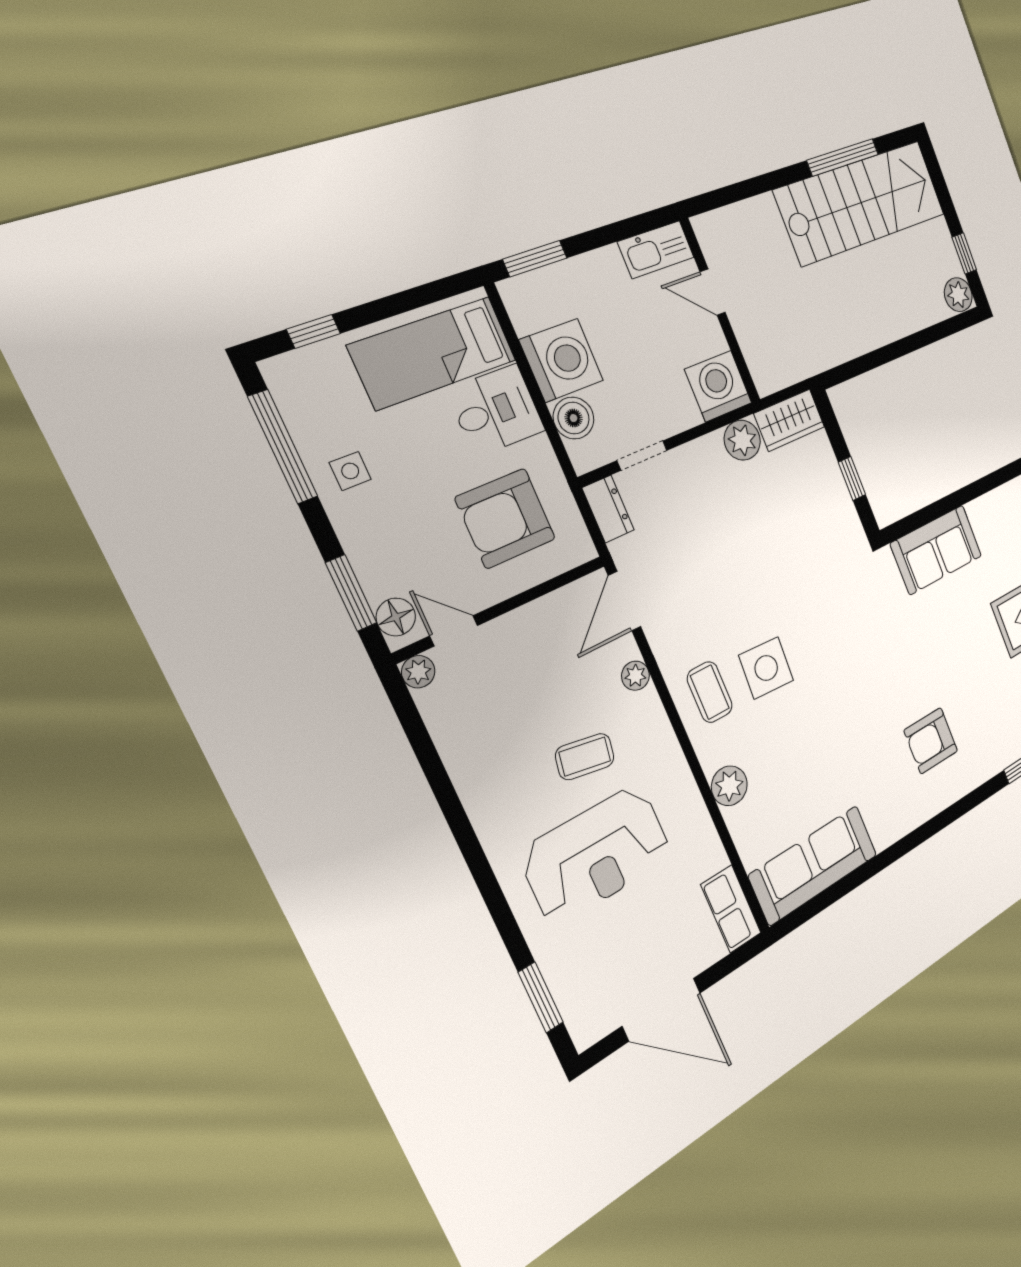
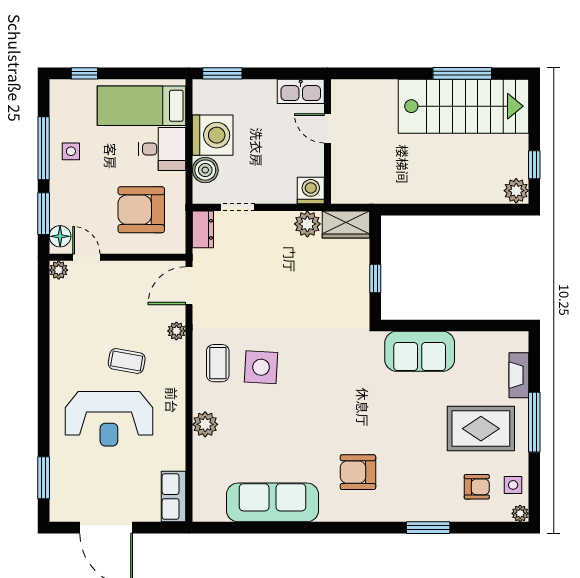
washing machine: (718, 386) -> (311, 191), width x0.73, depth x0.73
window: (283, 447) -> (44, 148), moved
sofa: (814, 865) -> (273, 502), moved

